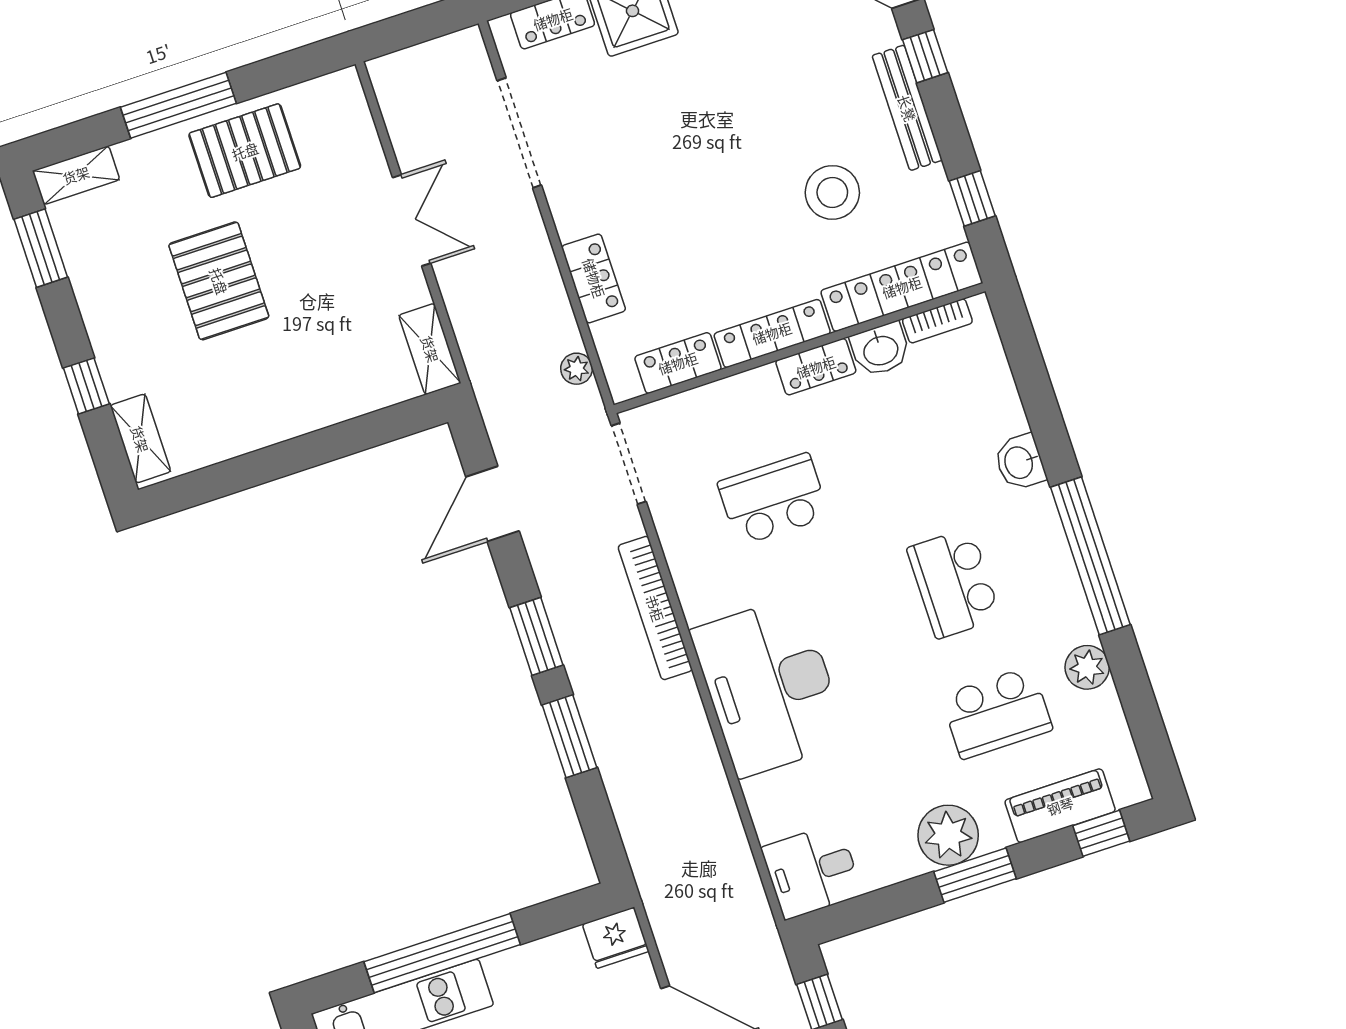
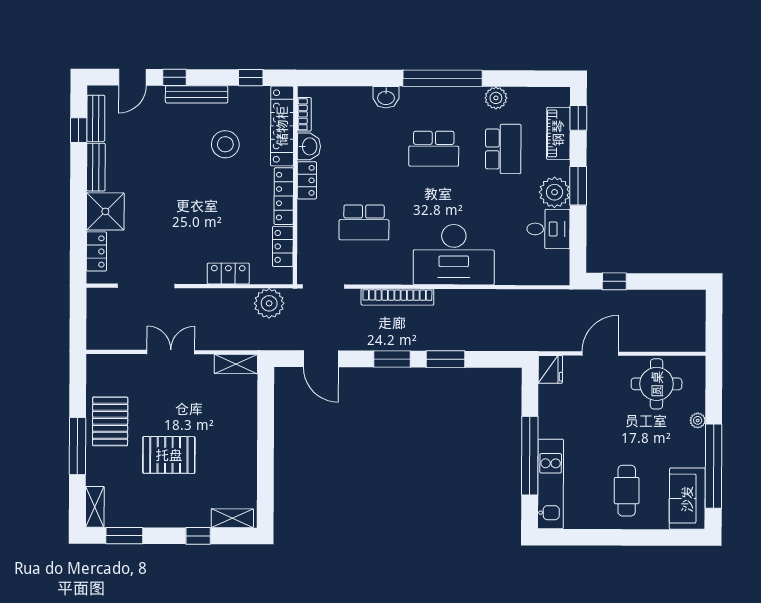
plant: (576, 369) -> (269, 303), width x1.88, depth x1.88
school desk: (773, 499) -> (364, 222), turned -90
desk: (812, 871) -> (548, 229), moved, turned -90

